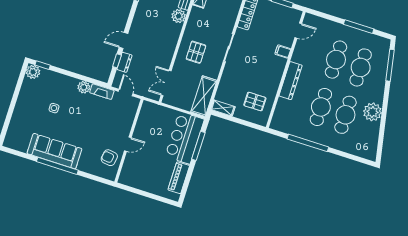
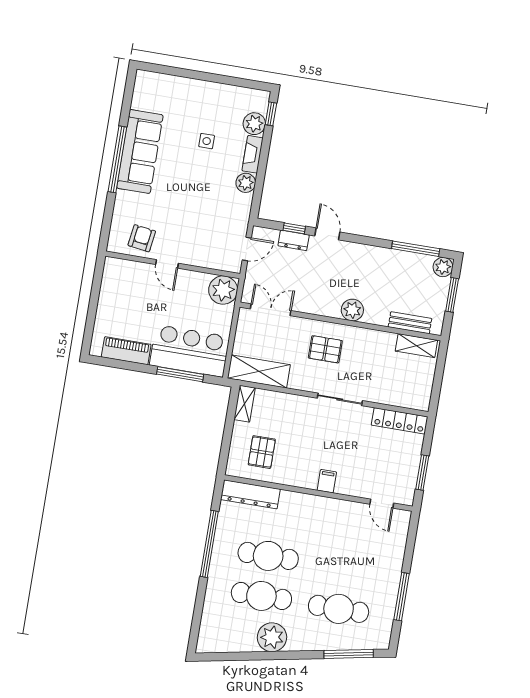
plant: (179, 16) -> (352, 310), moved
filing cabinet: (283, 52) -> (327, 481), moved
cafe table: (336, 60) -> (345, 569), removed
plant: (33, 72) -> (254, 124), moved
dresser: (291, 81) -> (250, 494), moved
fireplace: (102, 92) -> (253, 154), moved
plant: (149, 111) -> (223, 290), added

